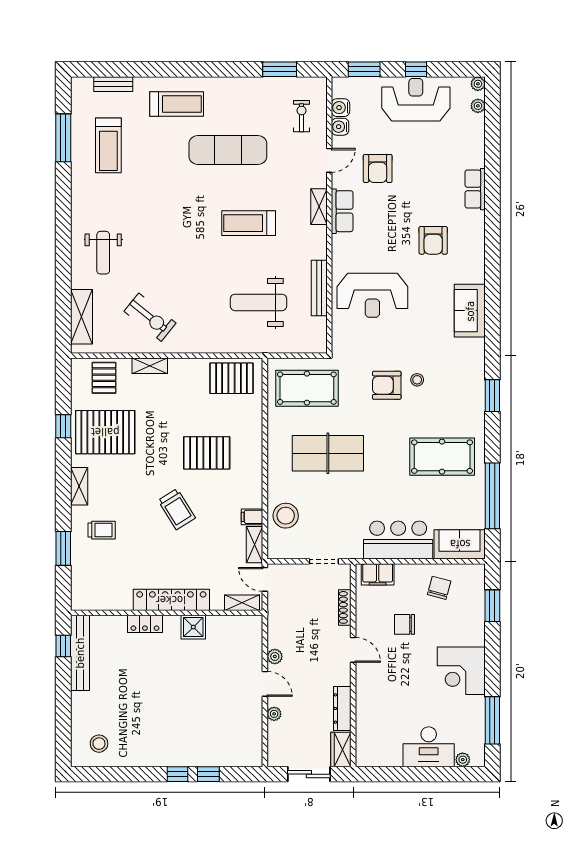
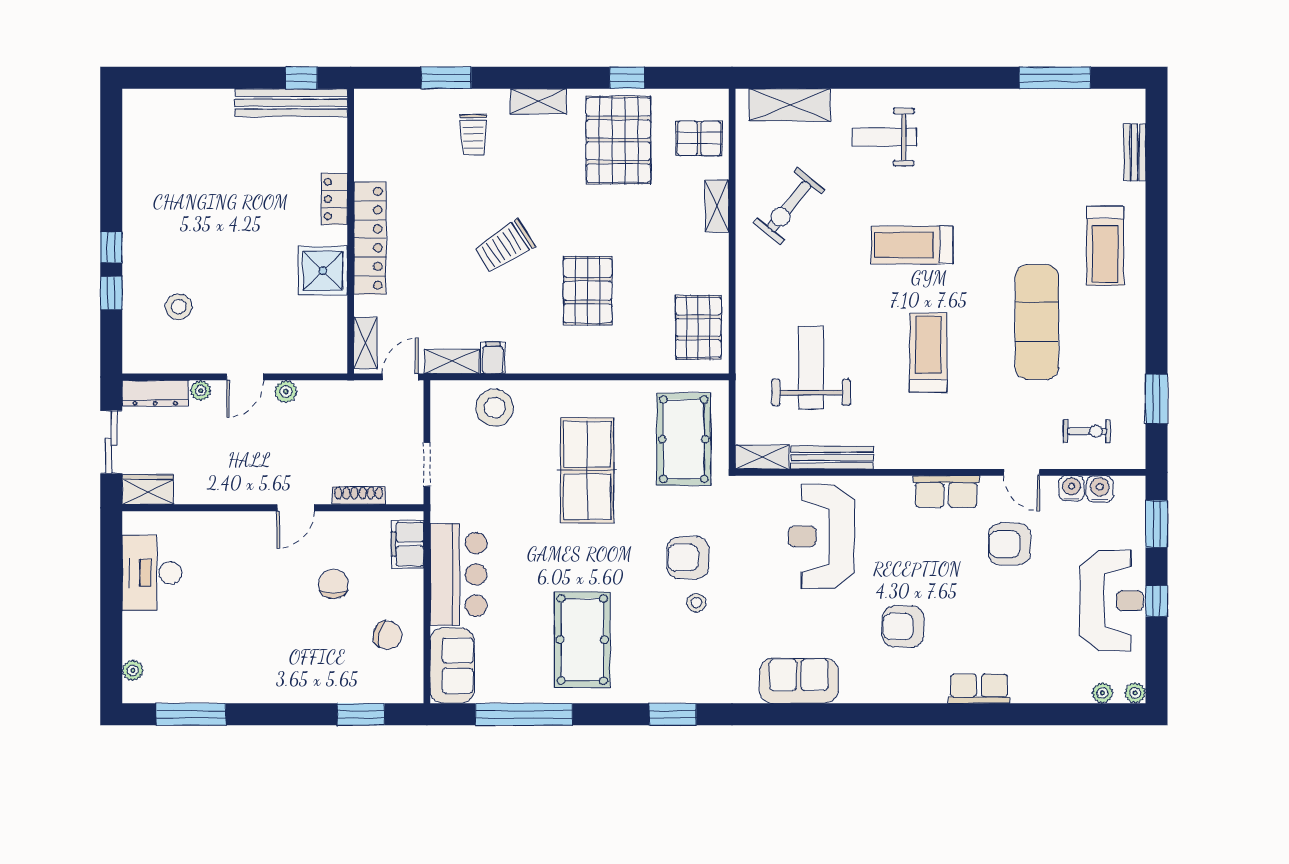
treadmill: (108, 145) -> (912, 245), moved
shelving: (319, 207) -> (762, 457), moved
armchair: (387, 385) -> (688, 558), turned -90
shower: (193, 627) -> (323, 271), width x1.36, depth x1.36
corner desk: (461, 671) -> (265, 668), removed
dresser: (342, 709) -> (155, 393), moved, turned 180
stool: (99, 744) -> (179, 307), moved
desk: (429, 747) -> (152, 573), moved

